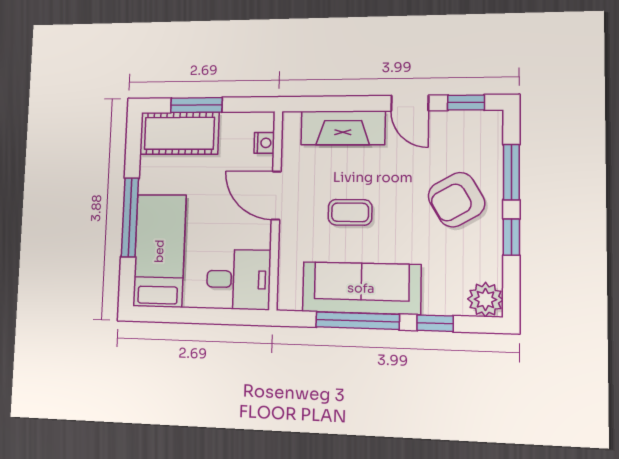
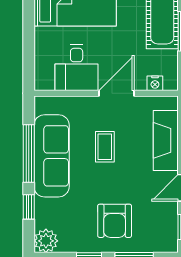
armchair: (456, 200) -> (115, 221), turned -150
desk: (239, 279) -> (77, 68), moved

